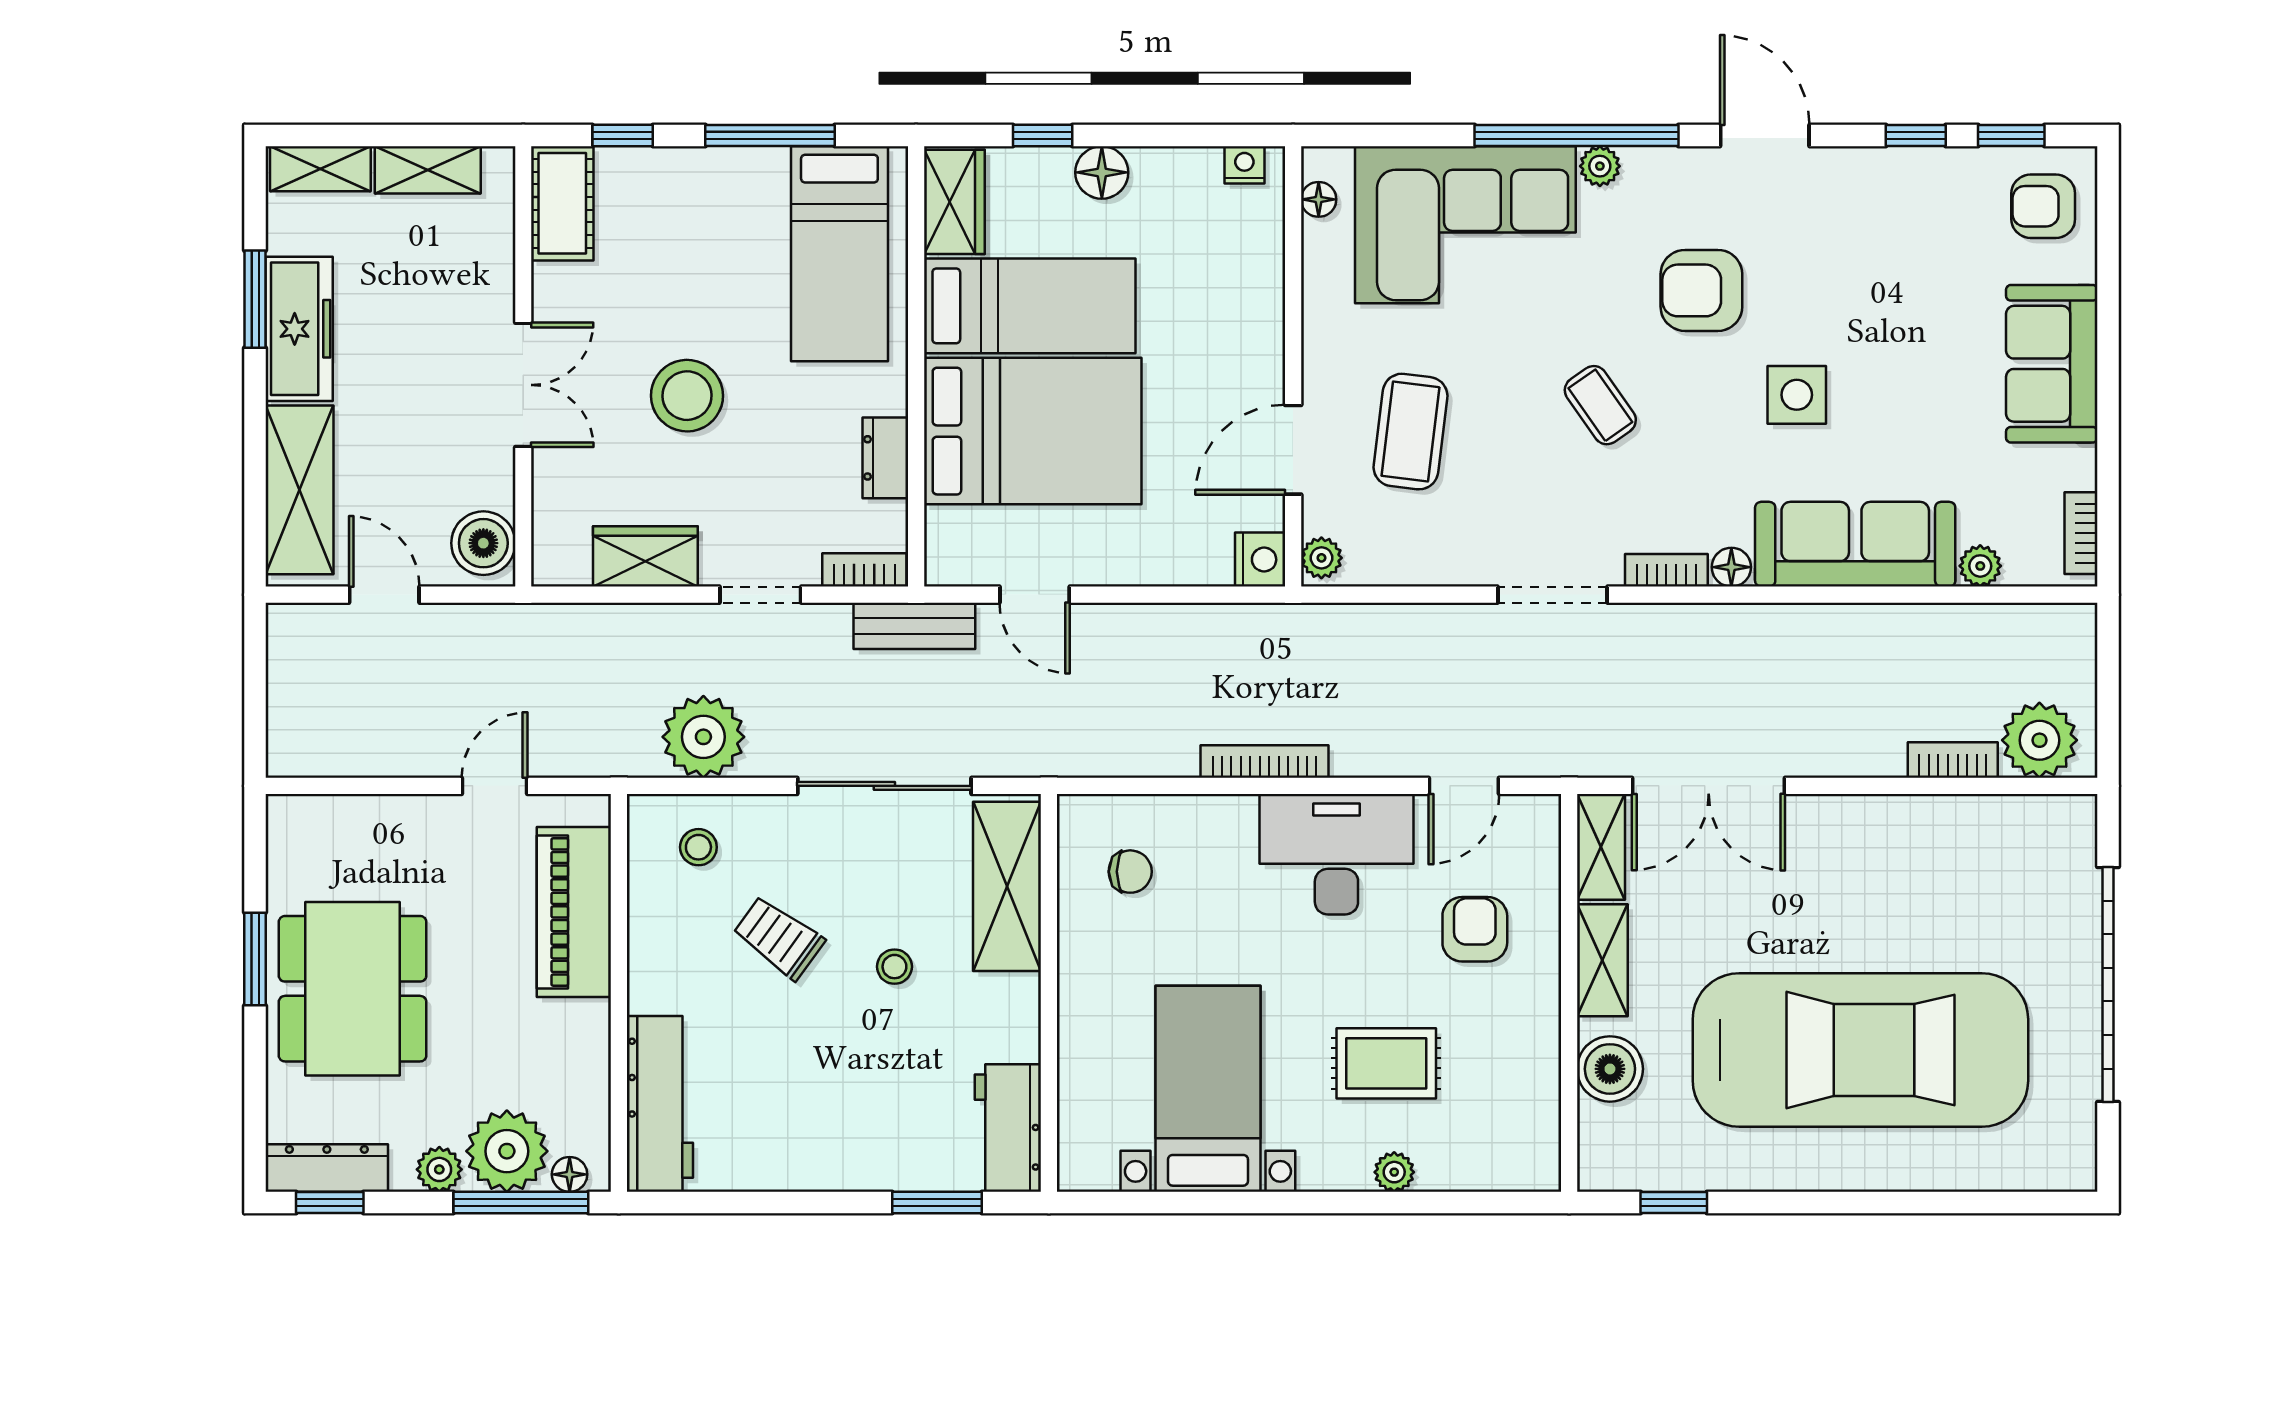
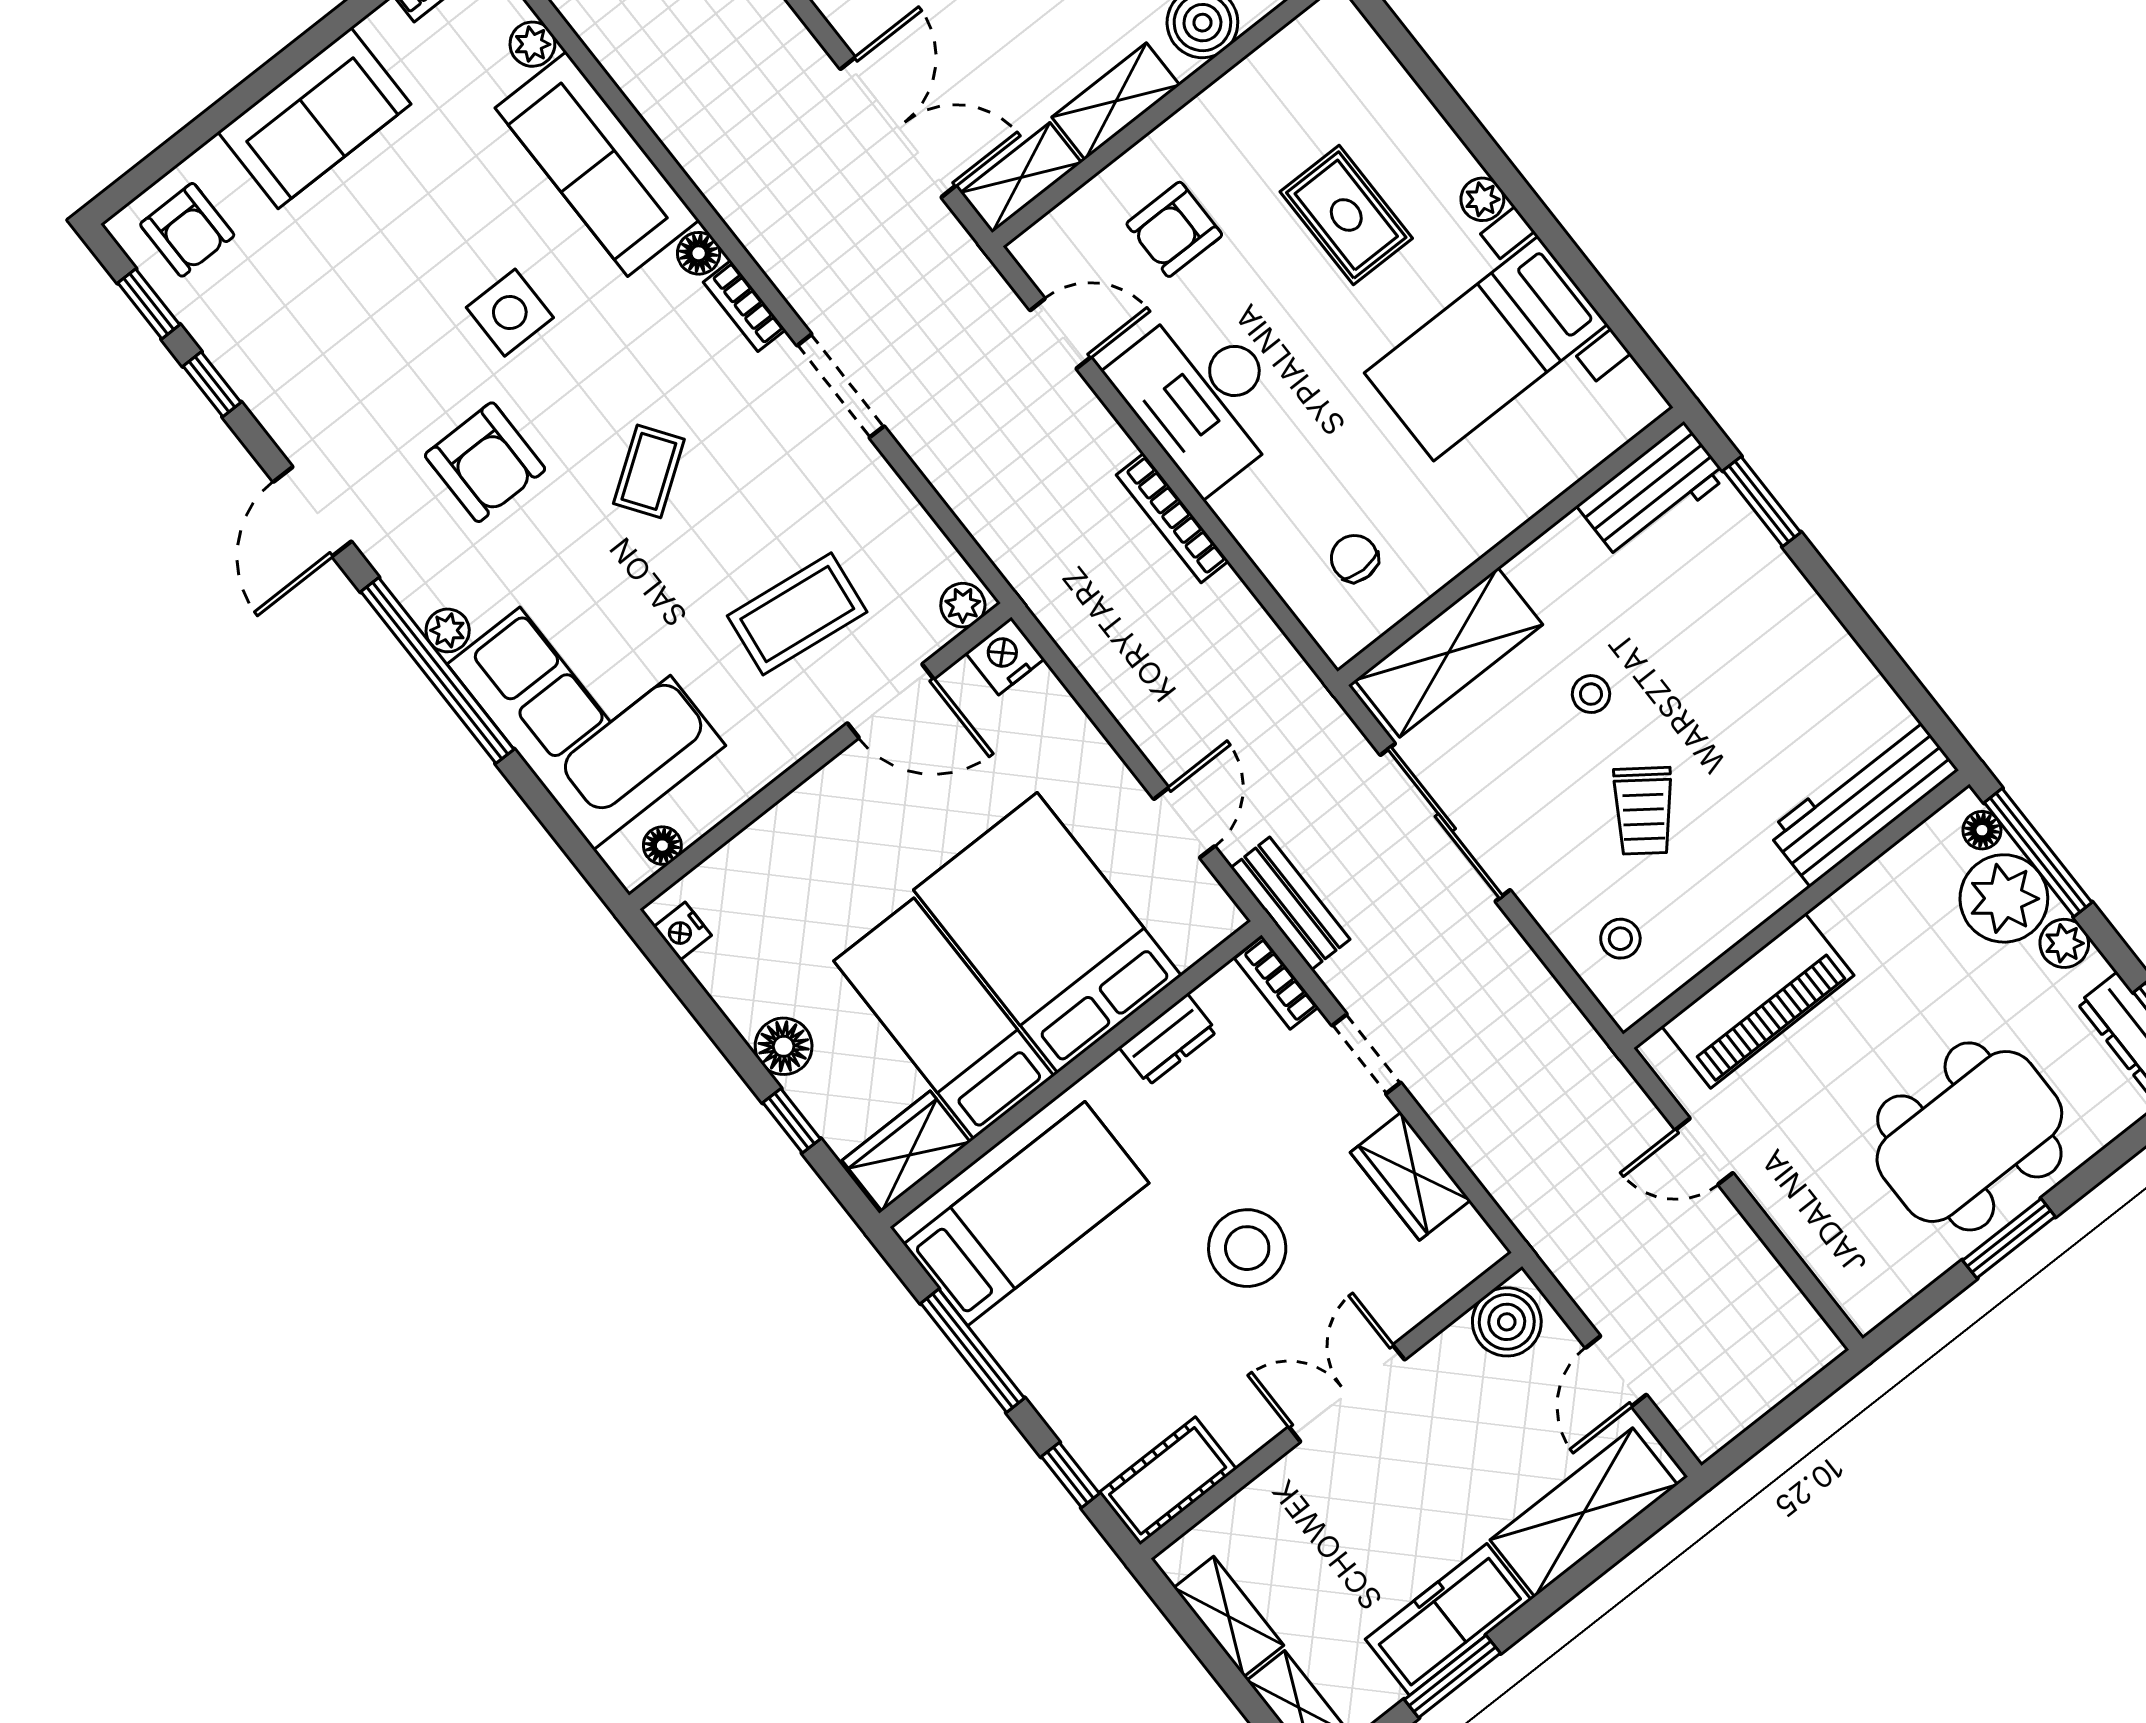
plant: (703, 737) -> (1524, 1008), removed
plant: (1394, 1172) -> (1482, 199), moved

